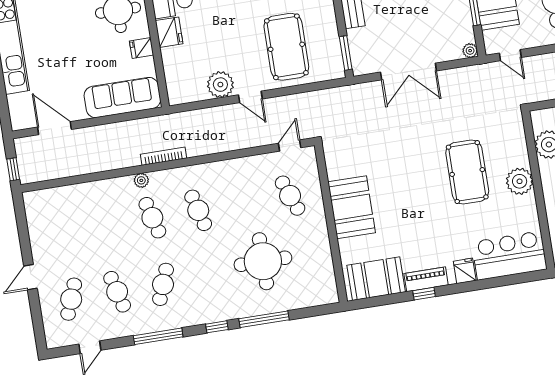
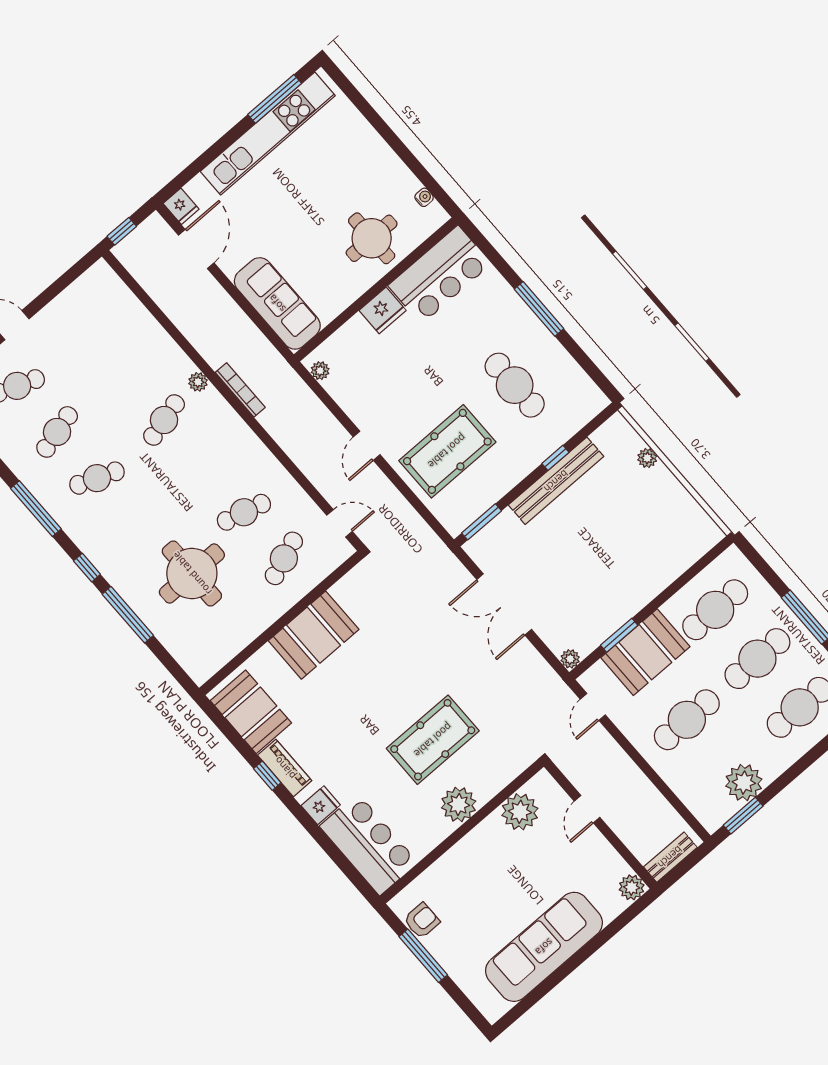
fridge: (141, 48) -> (181, 206), moved, turned 180
plant: (220, 85) -> (320, 371), moved, width x0.53, depth x0.53
cafe table: (198, 210) -> (244, 512), moved, turned 30

